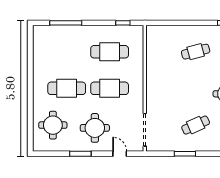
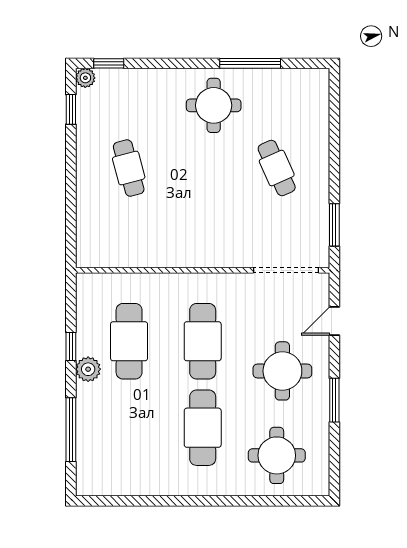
window: (123, 23) -> (71, 347), moved
plant: (96, 31) -> (88, 369), added
window: (185, 154) -> (334, 225), moved

